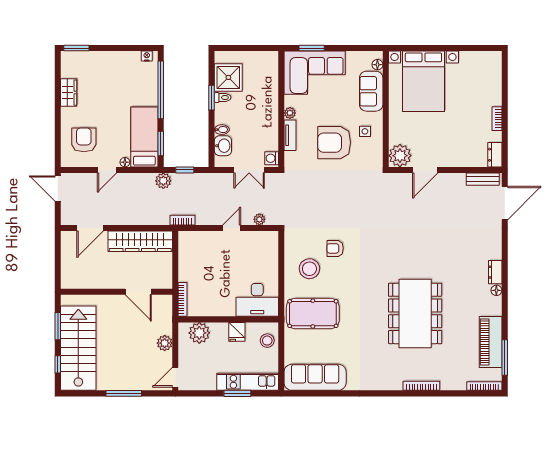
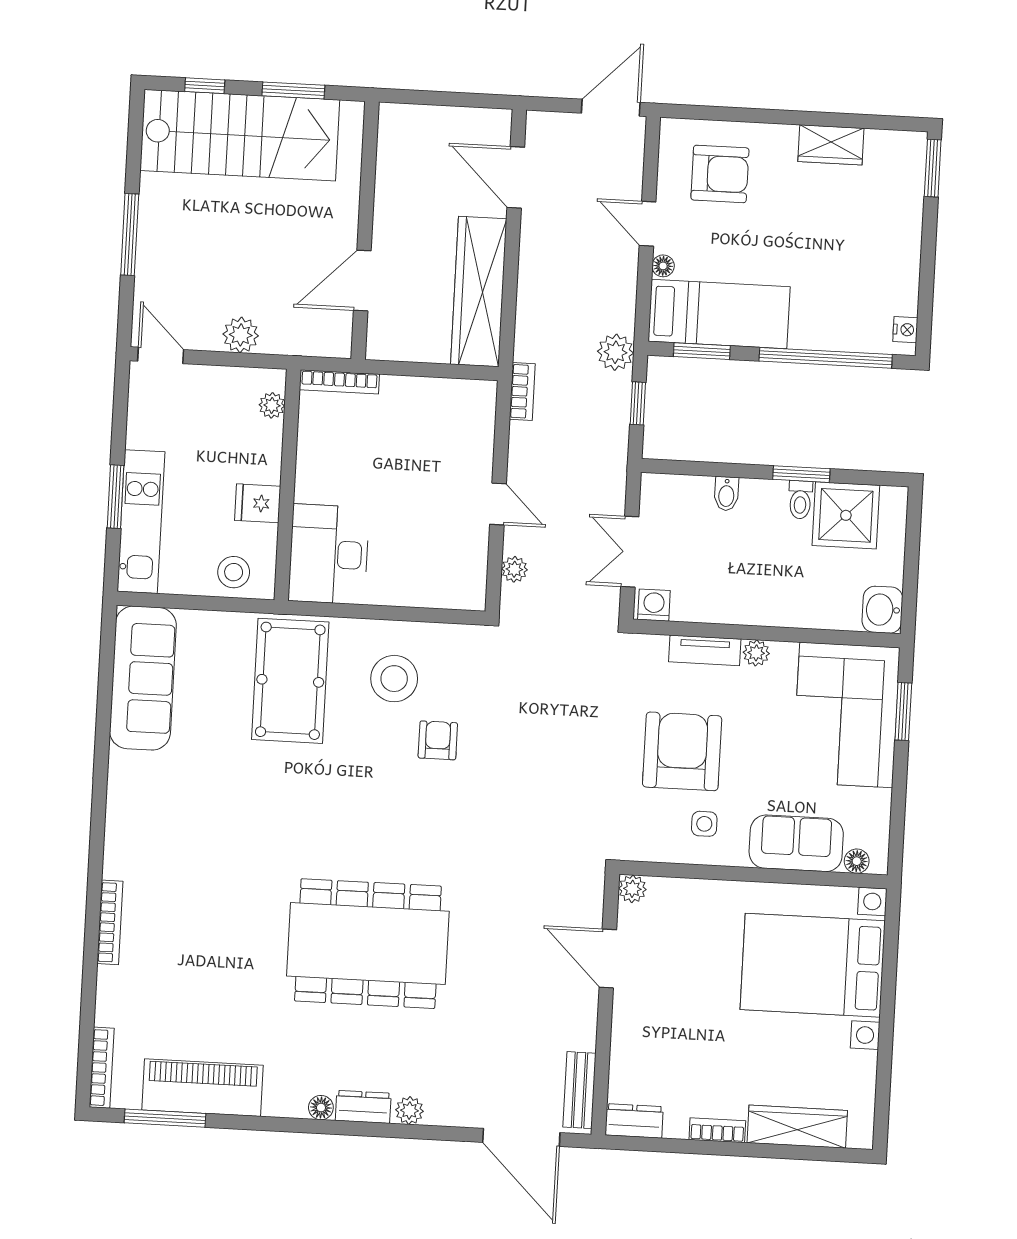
wardrobe: (494, 84) -> (797, 1127), added
washbasin: (223, 146) -> (882, 610), moved, turned 90
plant: (400, 156) -> (632, 889), width x0.53, depth x0.53
plant: (496, 252) -> (409, 1111), added
dining table: (415, 313) -> (368, 944), moved
plant: (199, 333) -> (272, 405), width x0.53, depth x0.53

